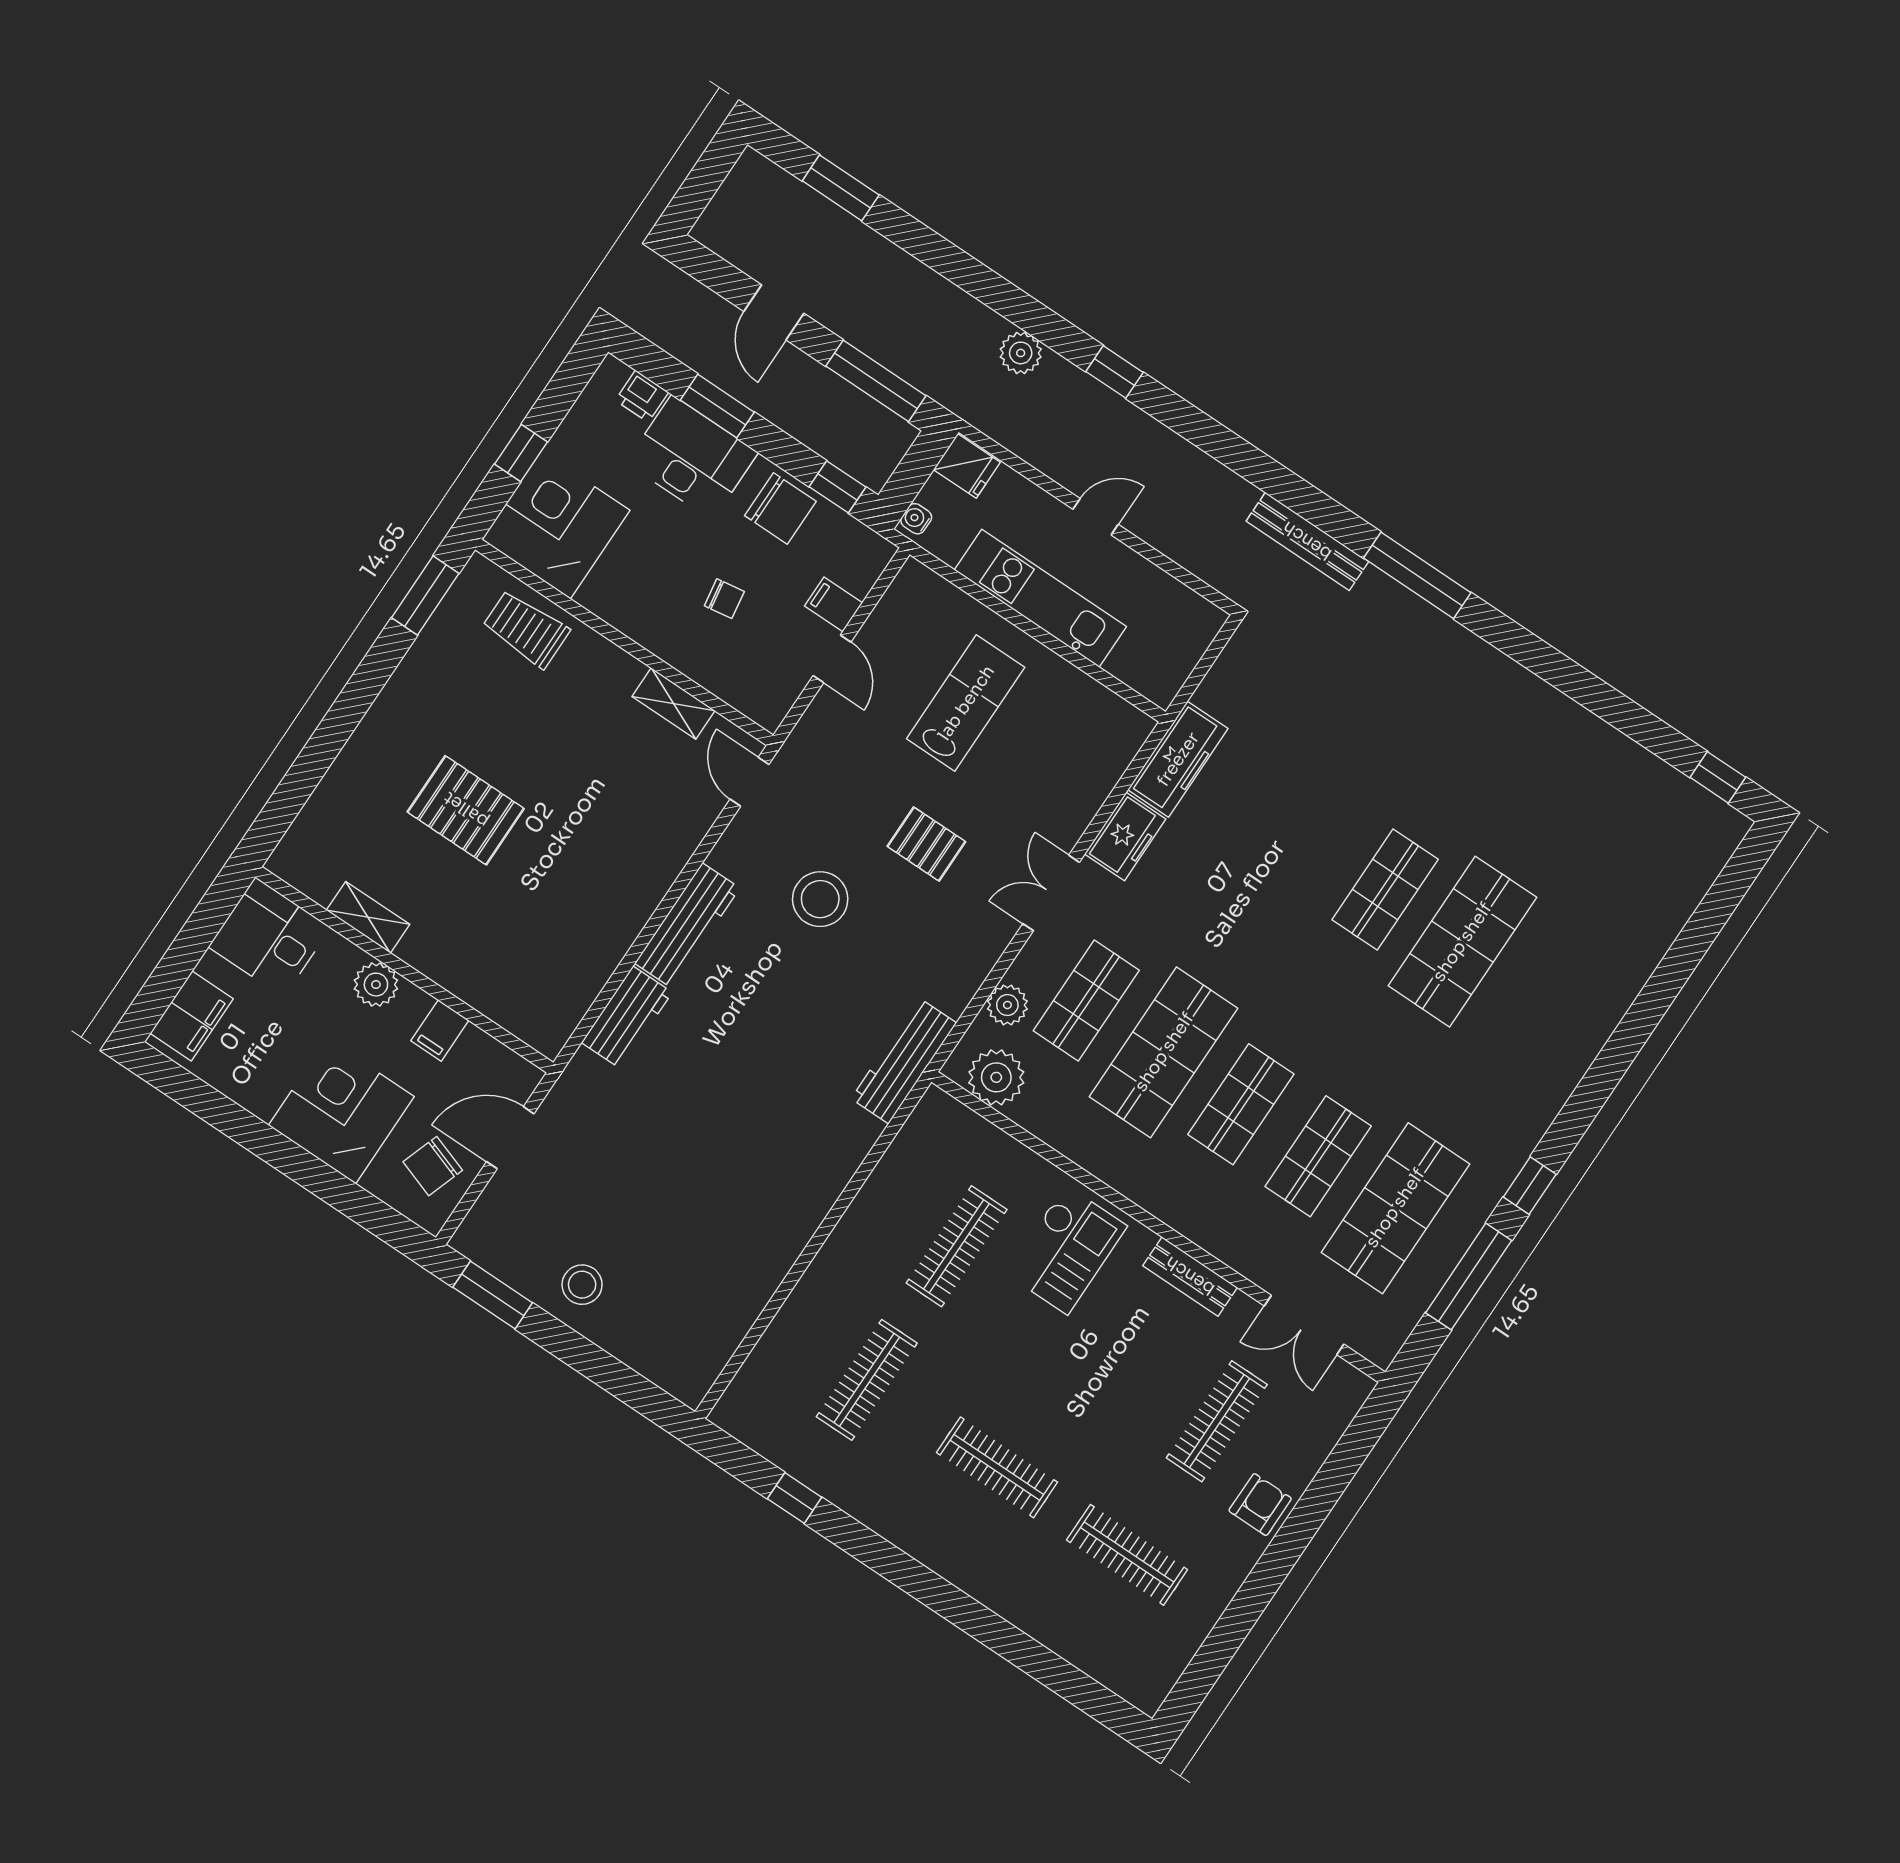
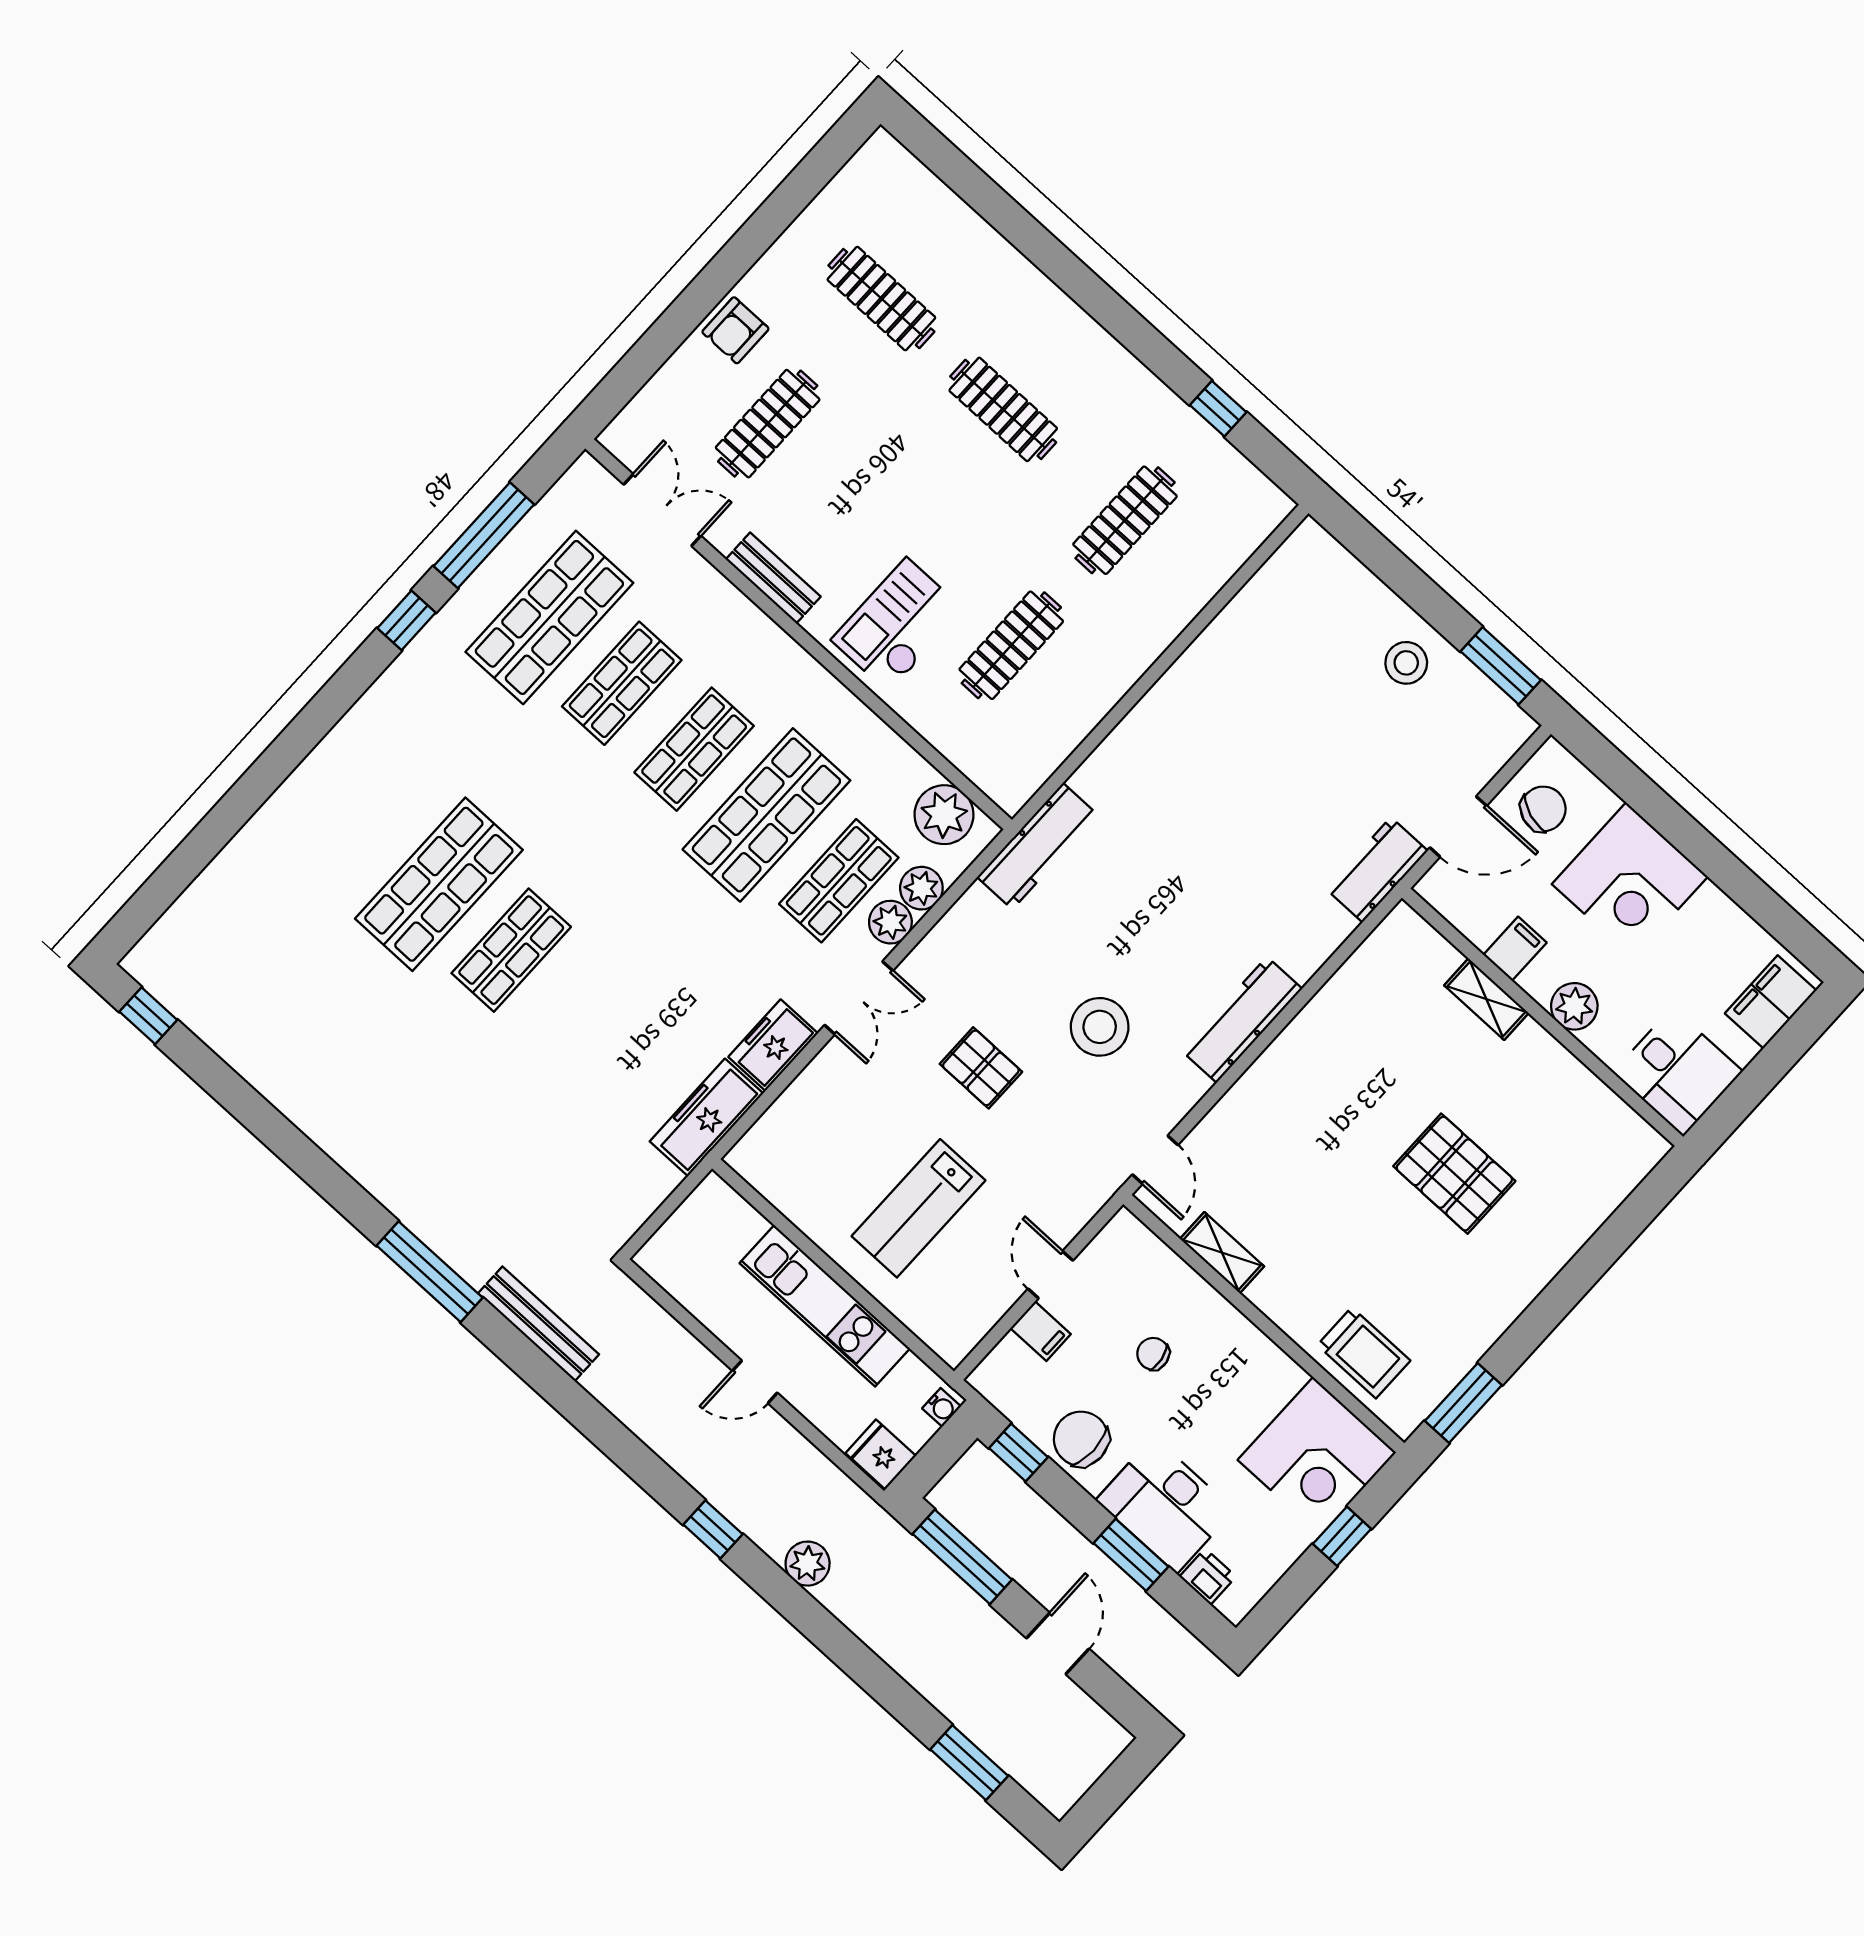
shelving: (368, 917) -> (1486, 999), moved
plant: (1032, 969) -> (890, 922), added
workbench: (627, 1018) -> (1377, 870), moved

